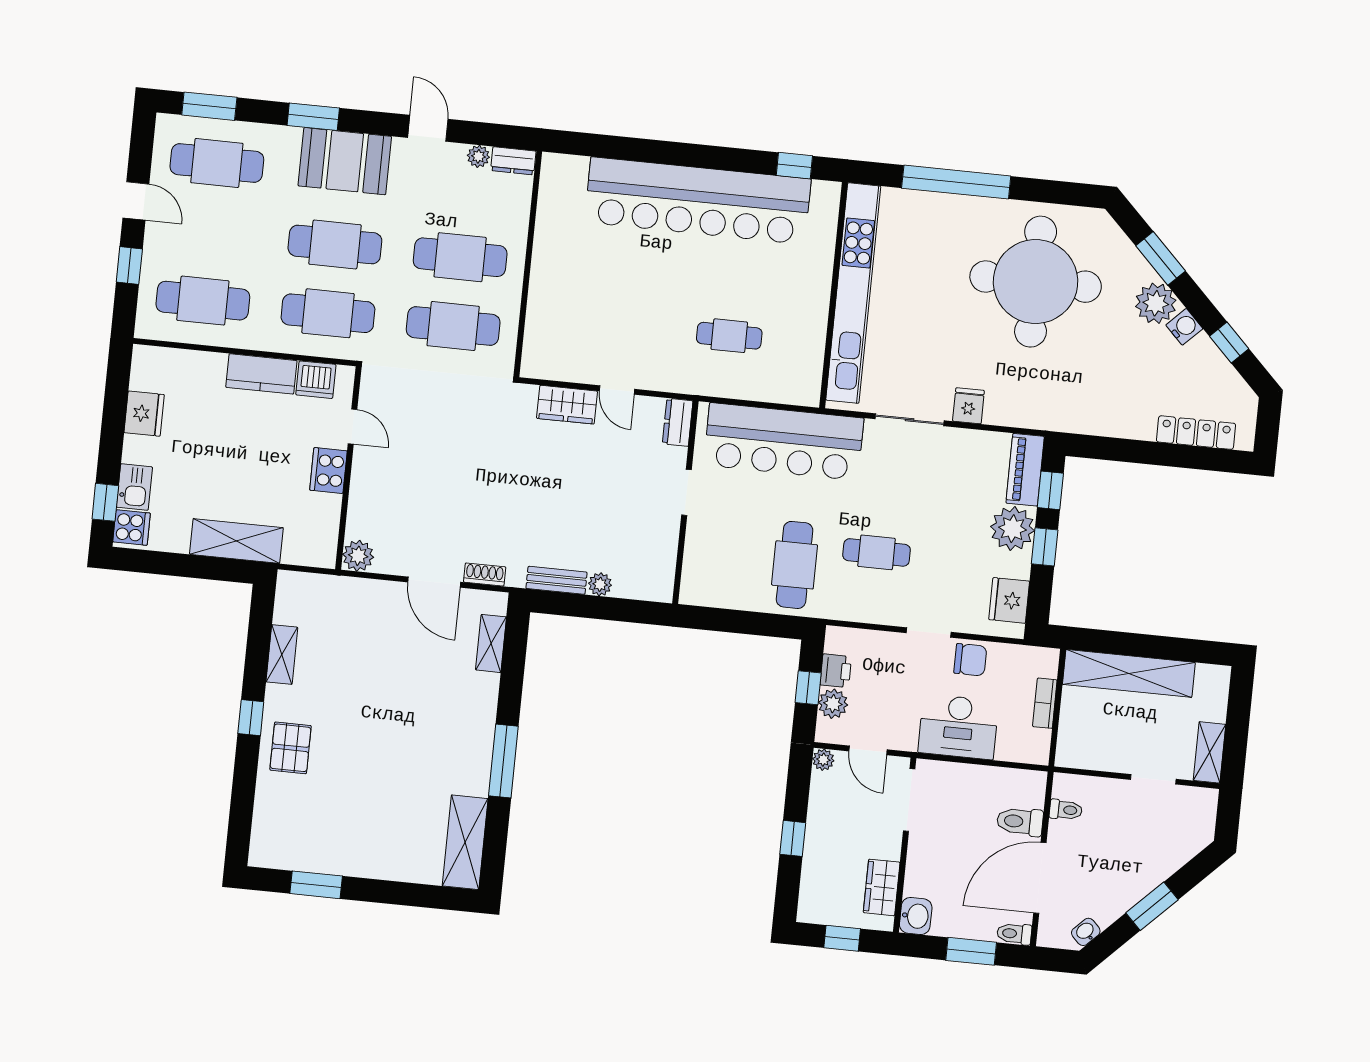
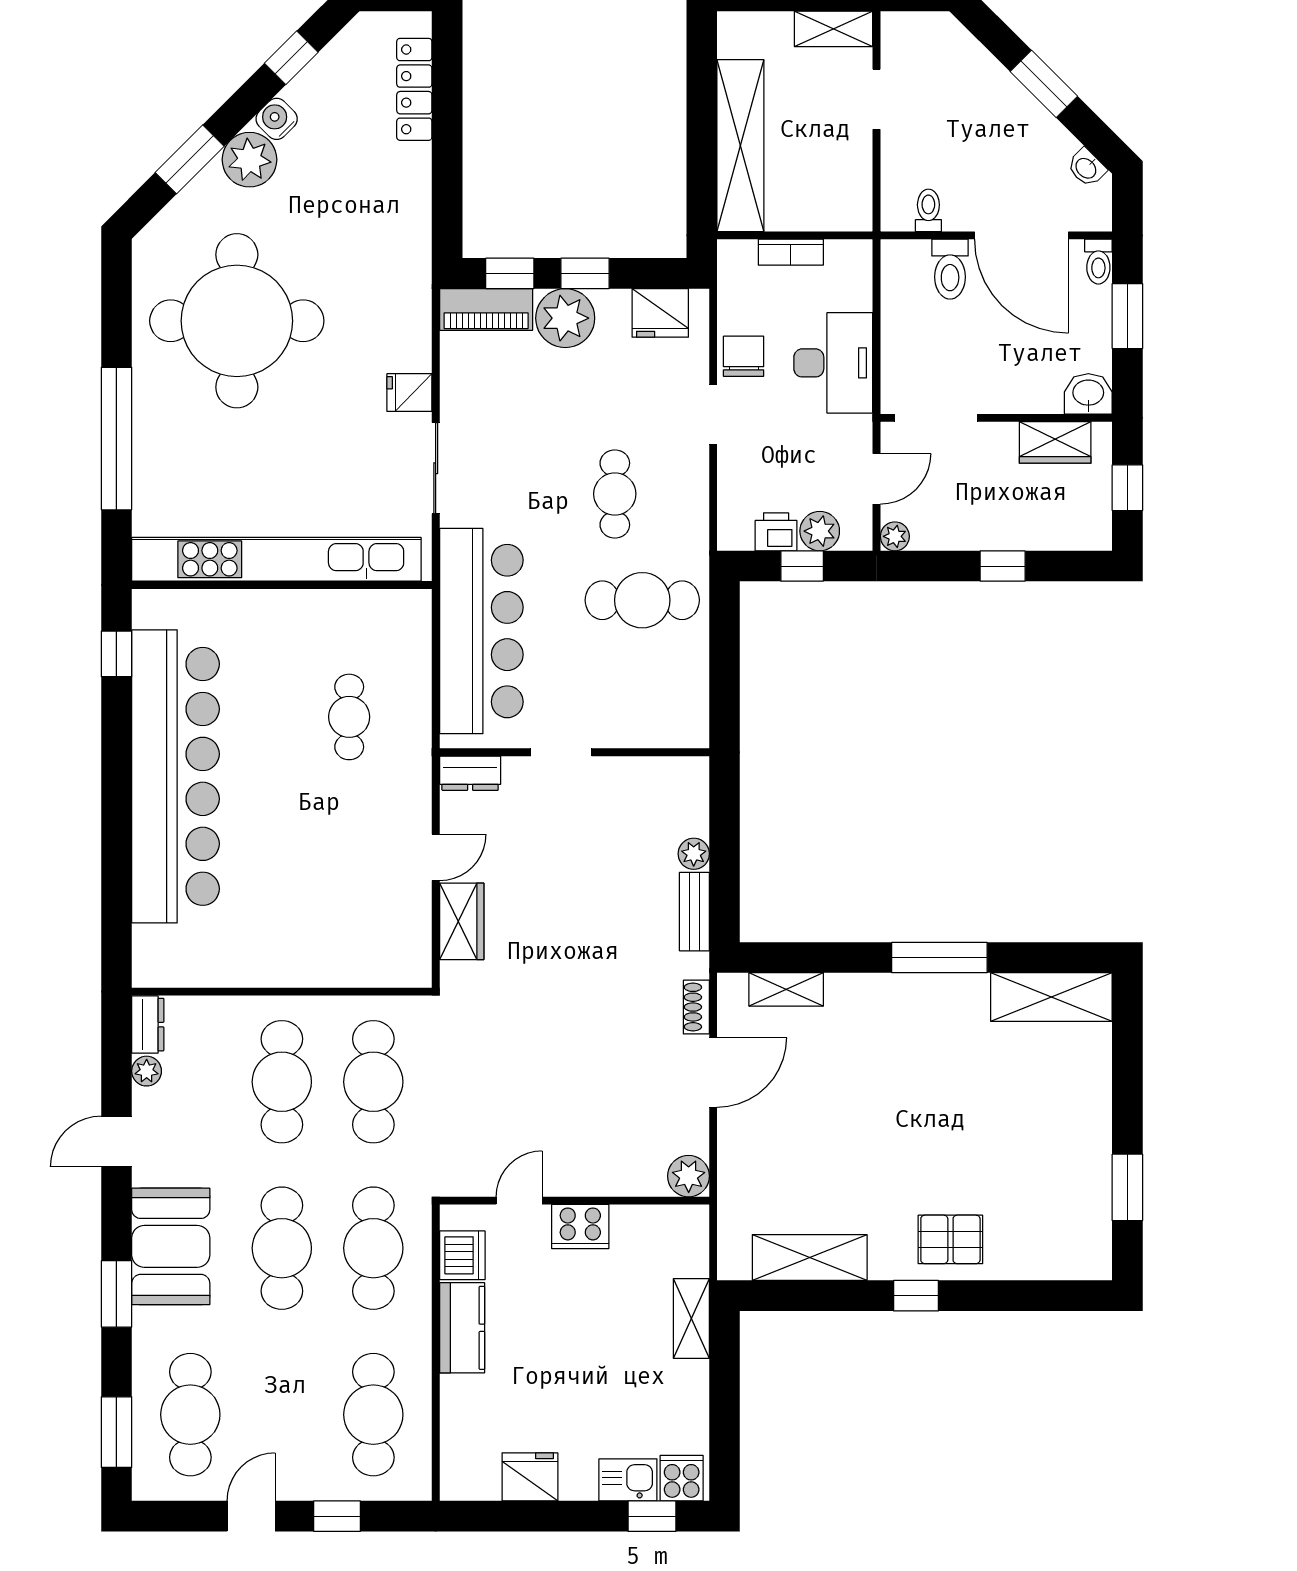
shelving: (236, 541) -> (691, 1318), width x0.67, depth x0.75
shelving: (282, 655) -> (810, 1258), width x1.50, depth x1.33

